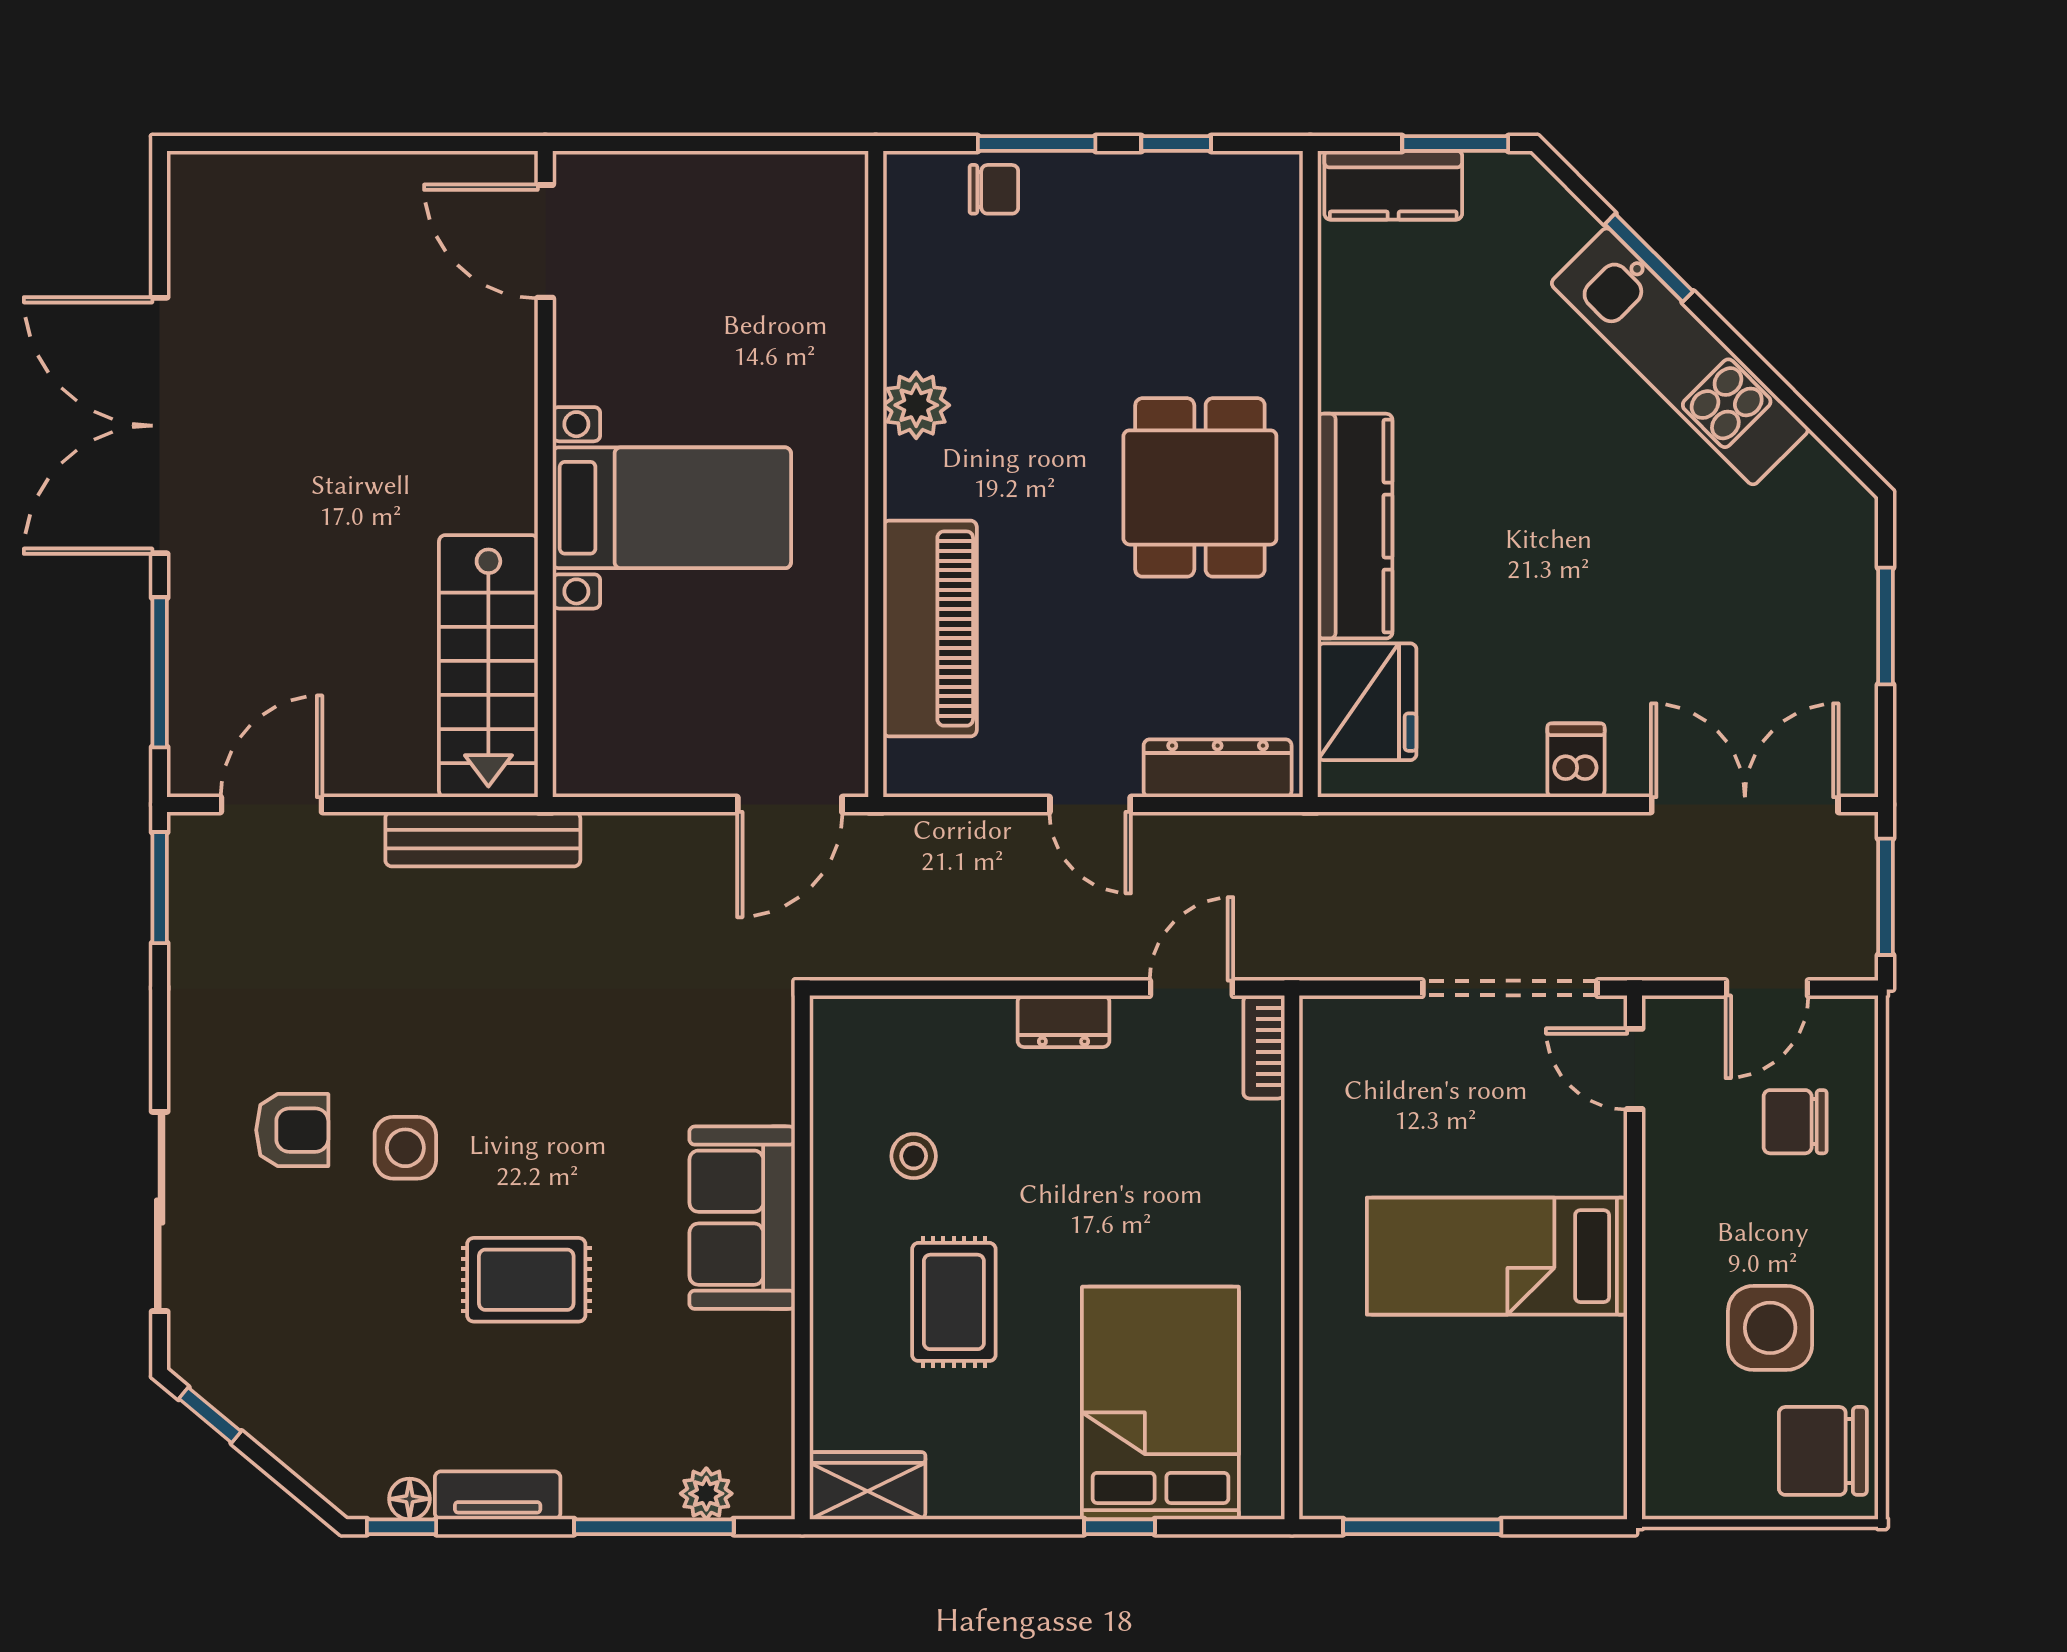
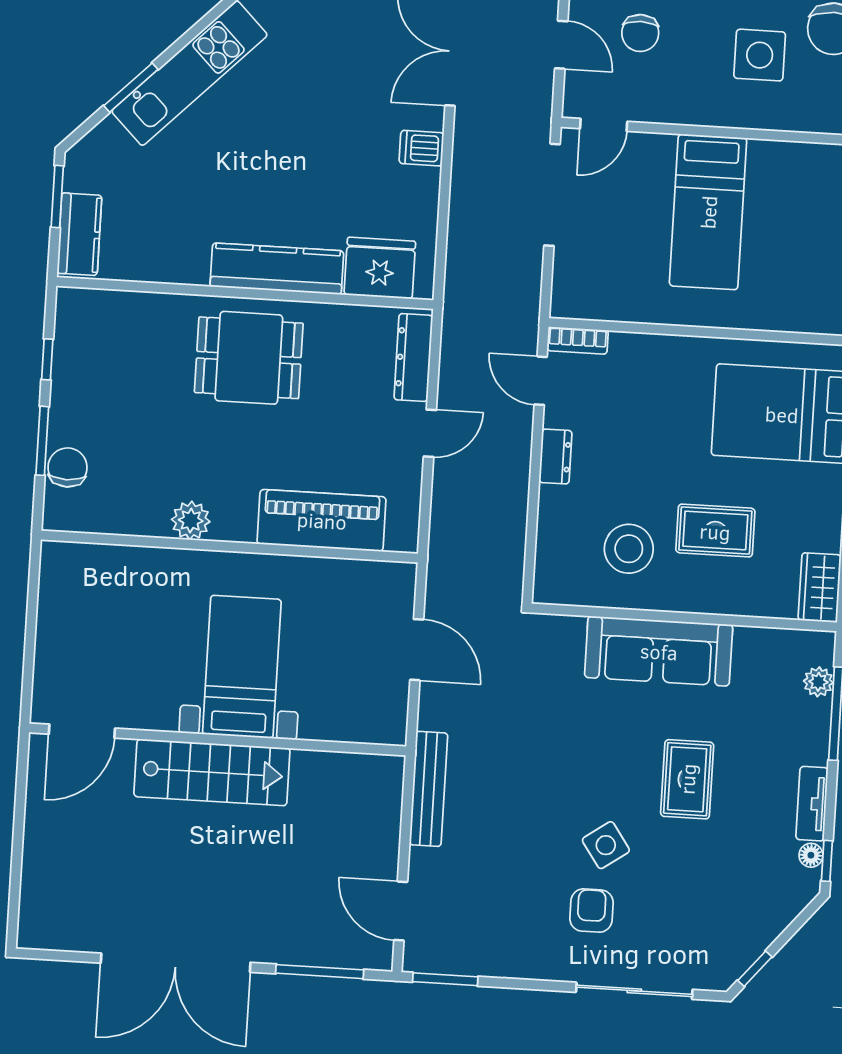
chair: (994, 189) -> (67, 467), width x1.37, depth x1.37
stairs: (488, 666) -> (212, 772), moved
door: (790, 804) -> (417, 650), moved
side table: (405, 1148) -> (606, 845), turned -35
stool: (914, 1156) -> (629, 549), width x1.89, depth x1.89
sofa: (742, 1218) -> (659, 651), width x1.36

